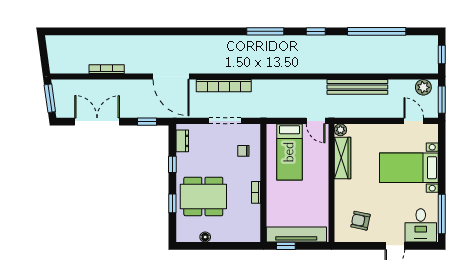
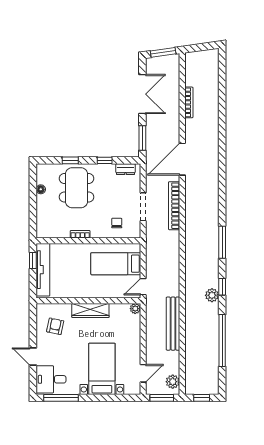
plant: (325, 43) -> (212, 295), added
window: (147, 122) -> (142, 138), width x1.50
wardrobe: (343, 158) -> (90, 310), moved

